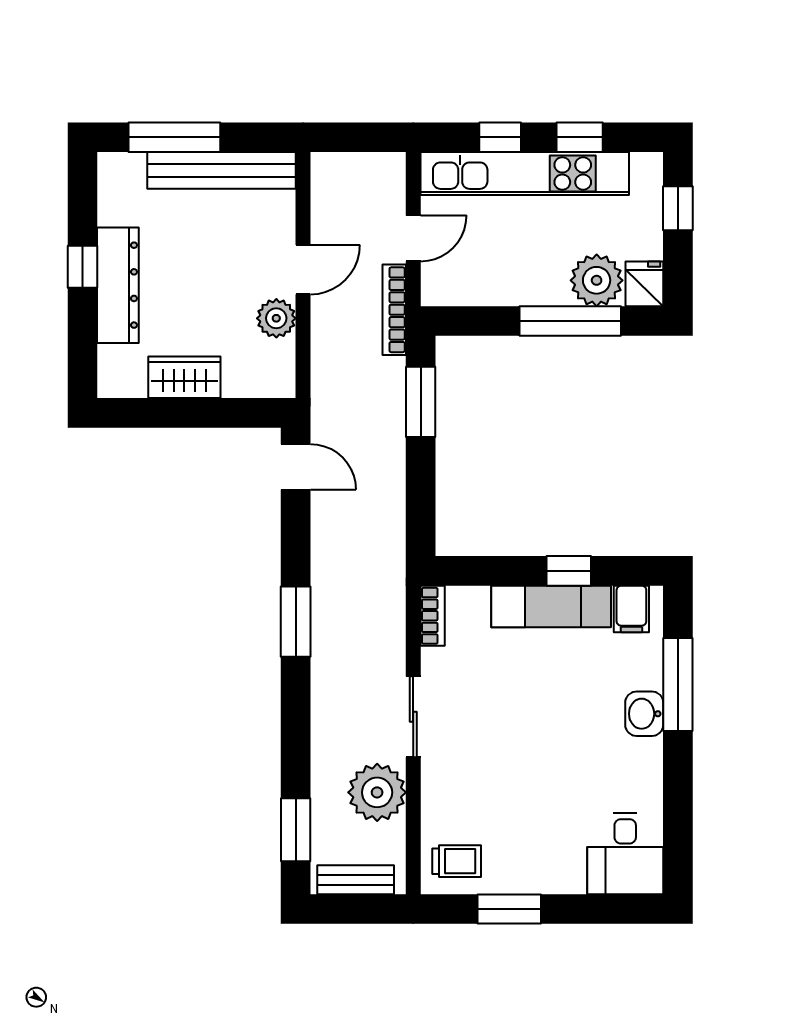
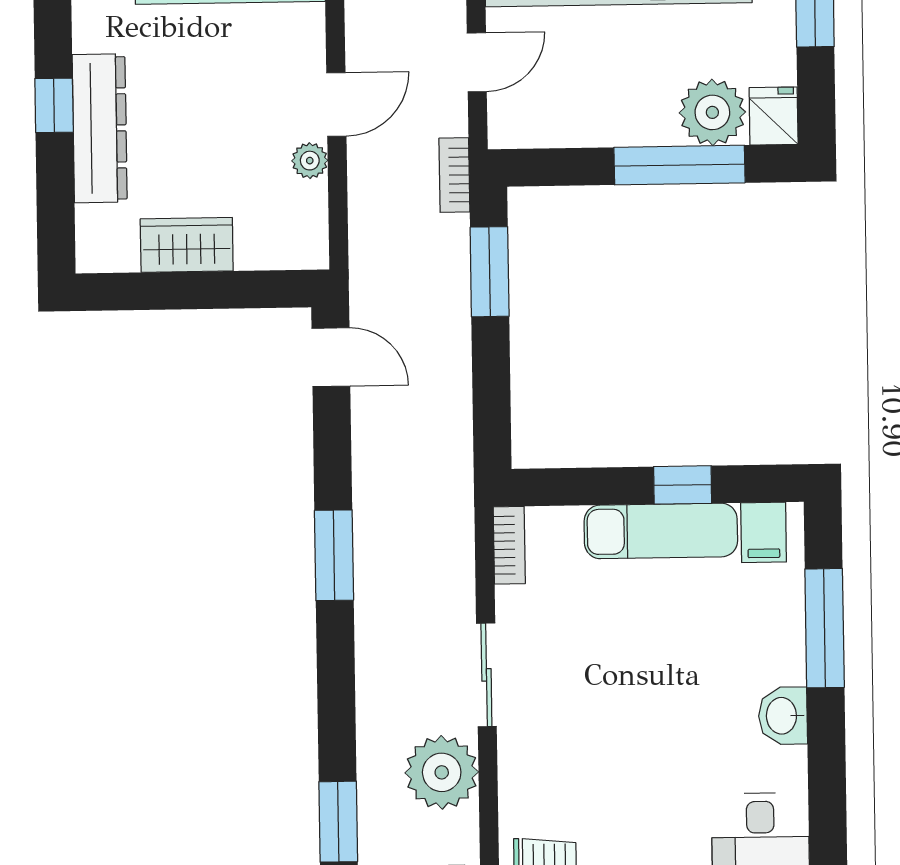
bookcase: (394, 310) -> (454, 175), width x0.64
plant: (276, 318) -> (310, 161), width x0.73, depth x0.73
washbasin: (644, 714) -> (783, 716), moved

